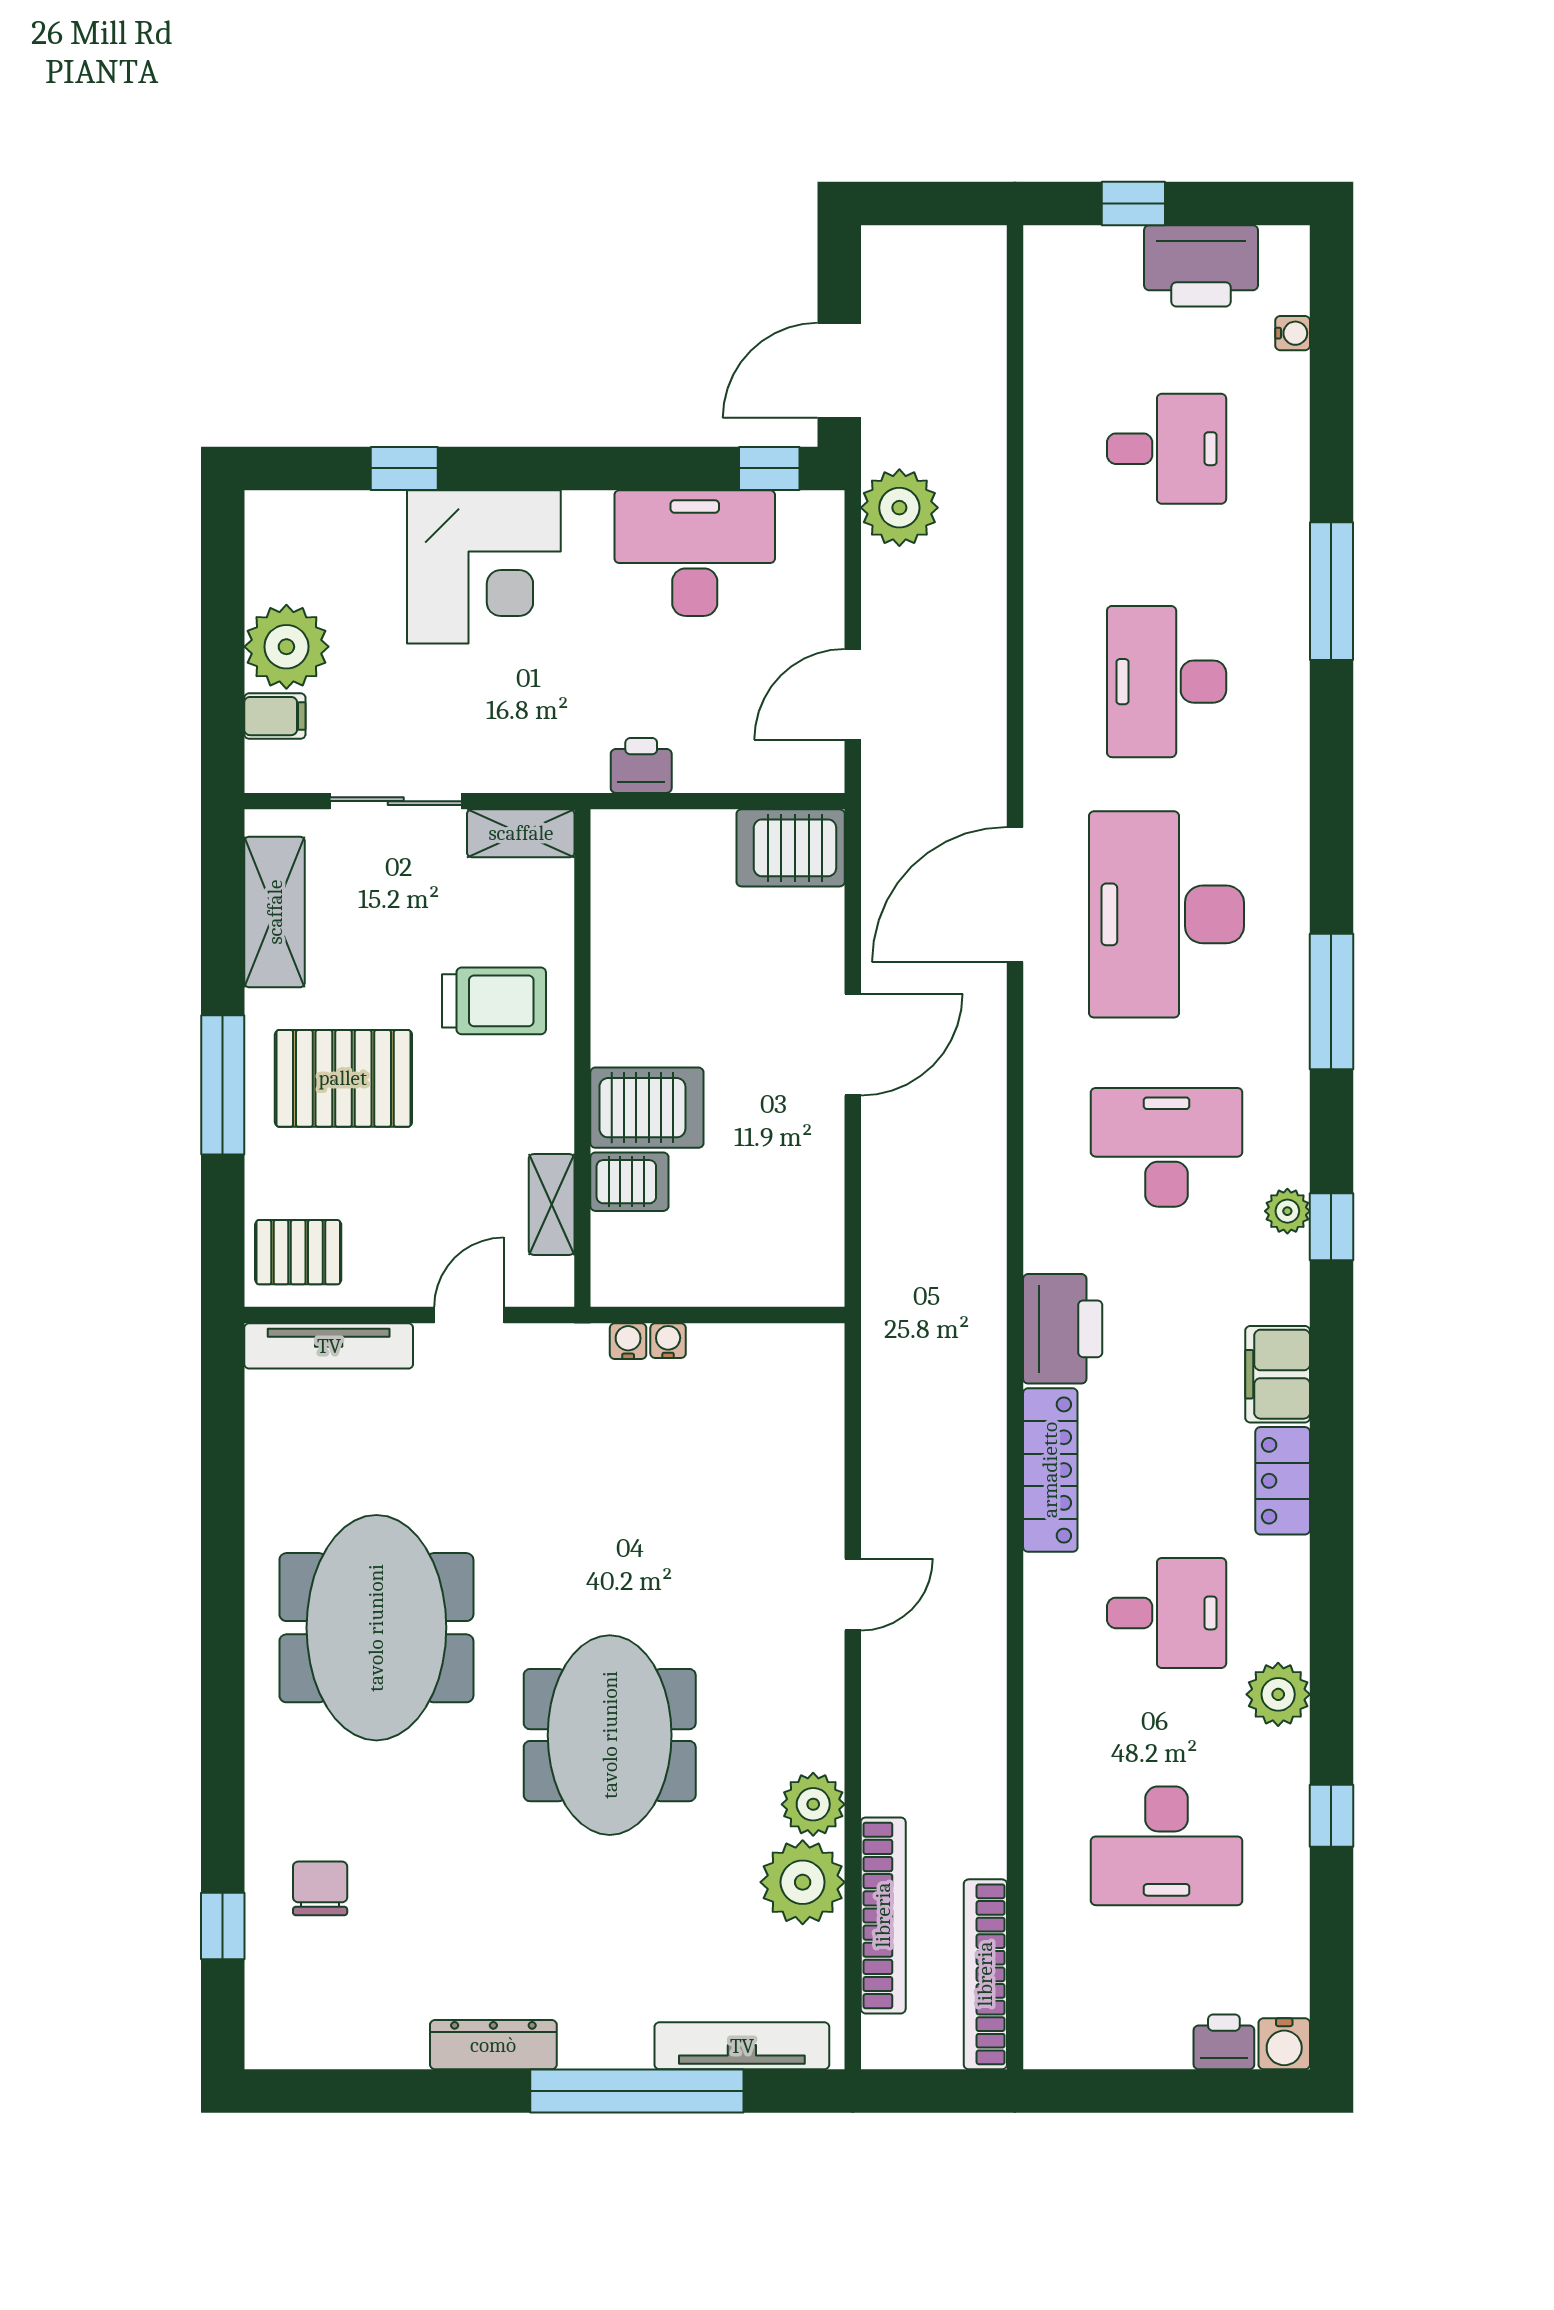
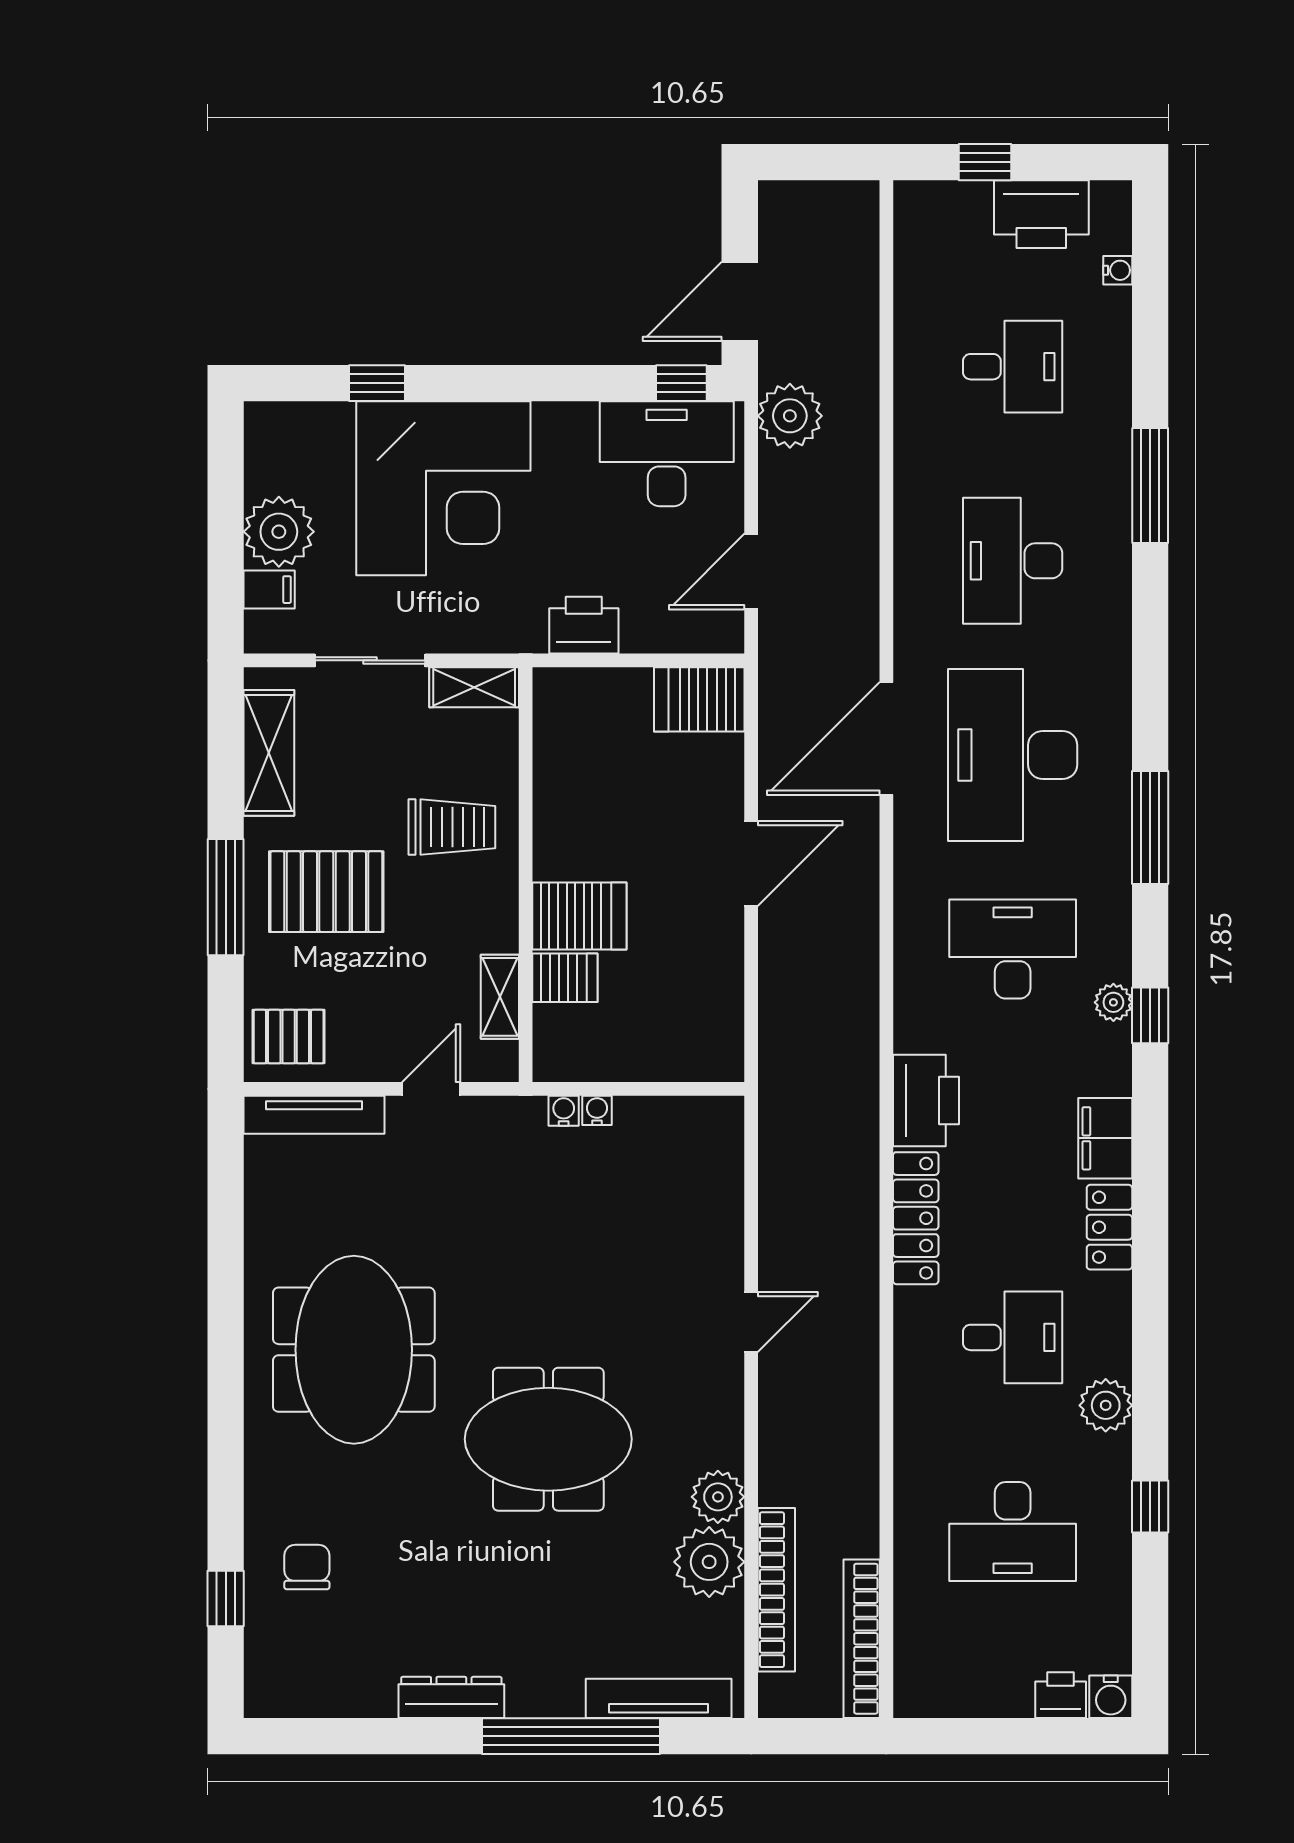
desk: (695, 553) -> (667, 454), moved
corner desk: (484, 567) -> (443, 488), width x1.36, depth x1.36
printer: (641, 765) -> (584, 625), width x1.36, depth x1.24
meeting table: (610, 1735) -> (548, 1439), turned 90

